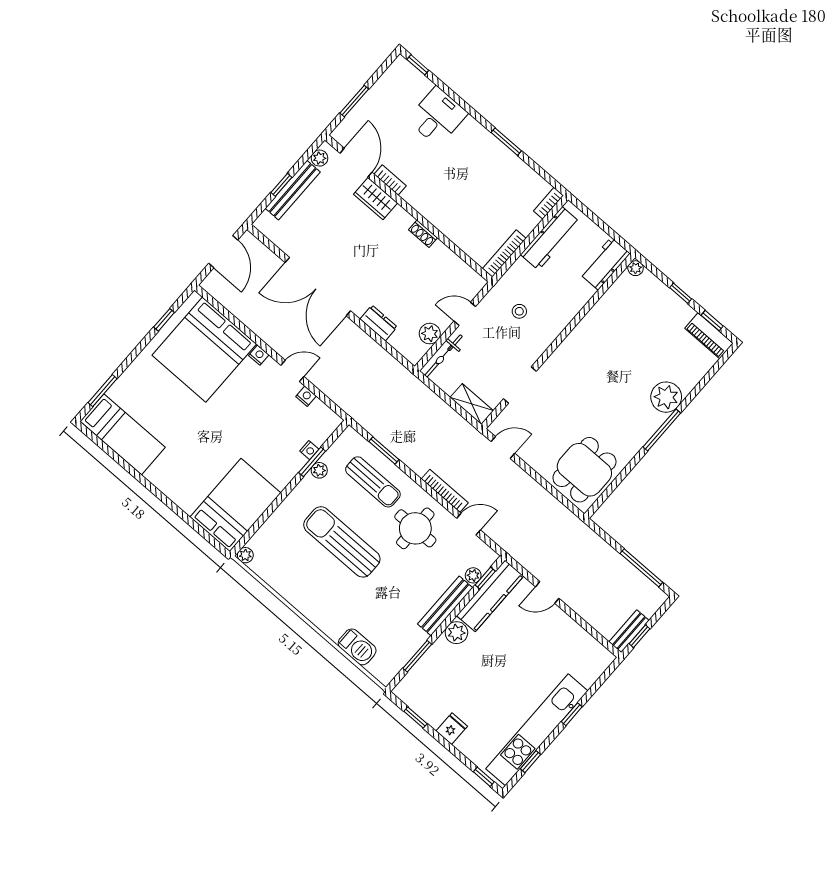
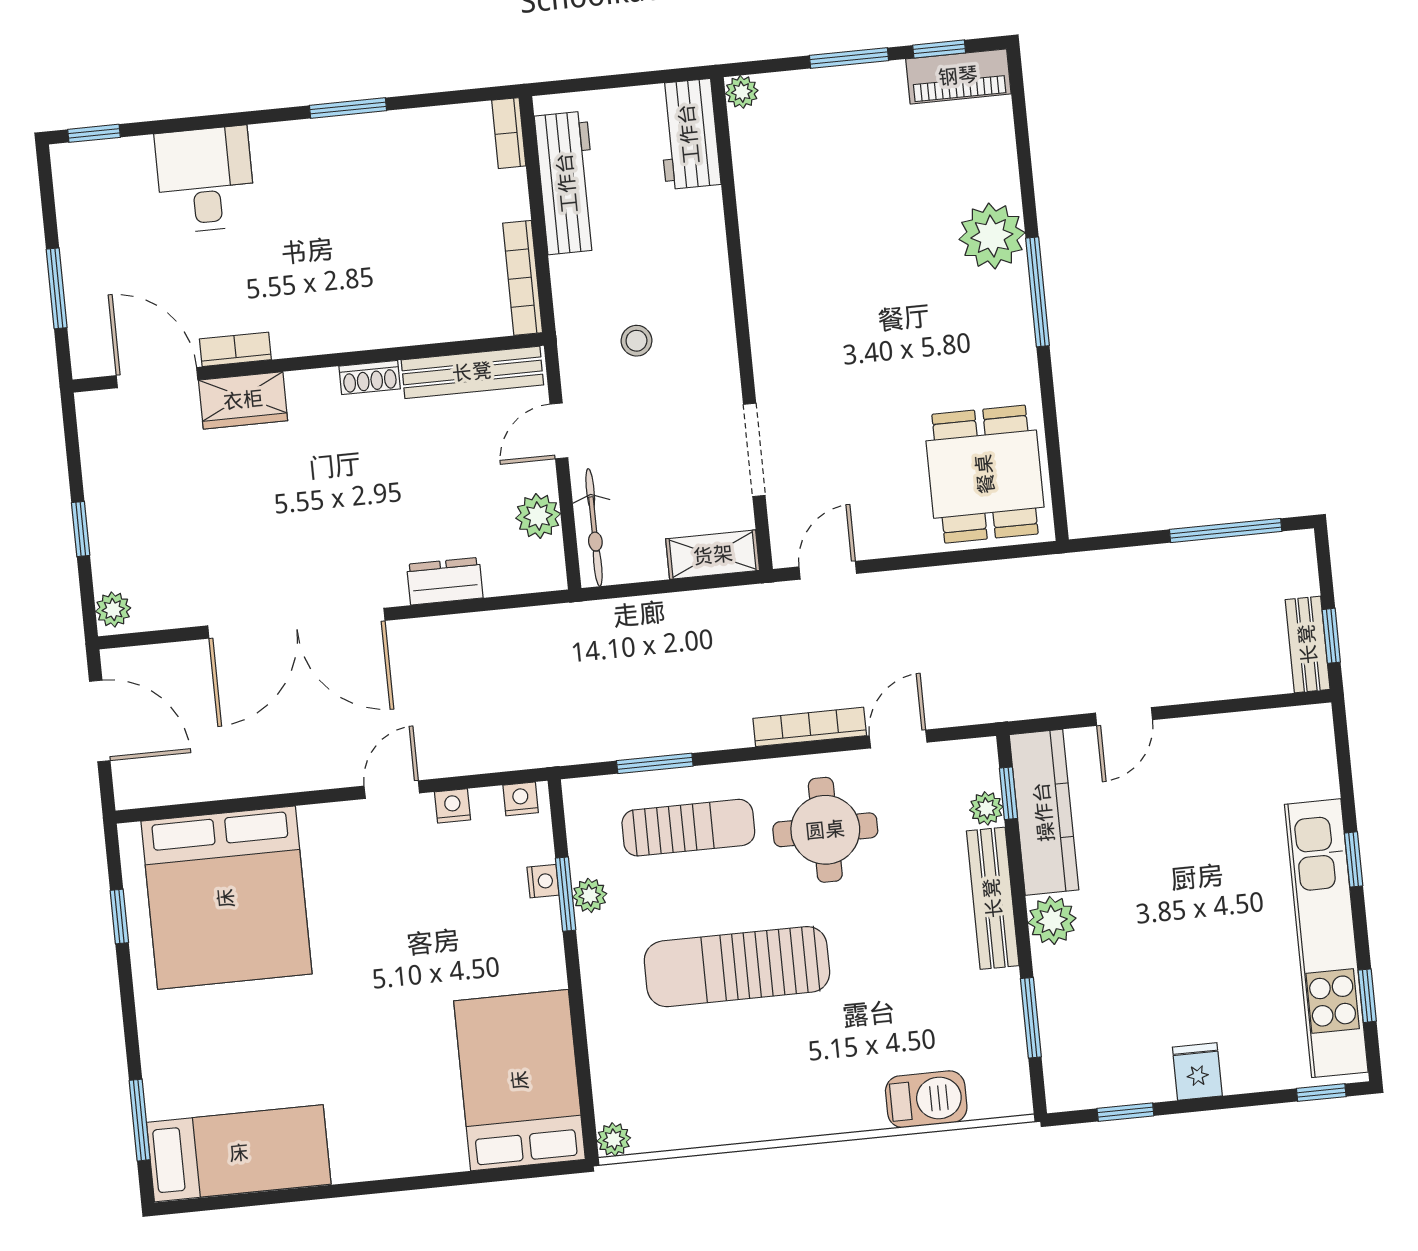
plant: (319, 158) -> (113, 610), moved
bench: (293, 190) -> (472, 372), moved, turned 90
window: (681, 293) -> (849, 58), width x1.50
nightstand: (259, 355) -> (521, 799), moved

